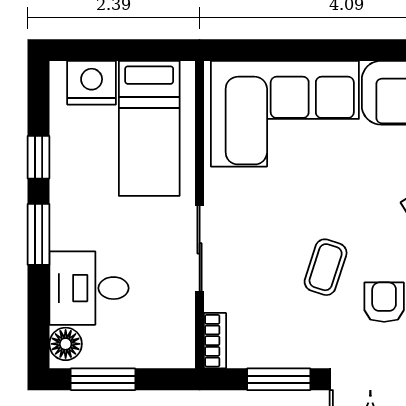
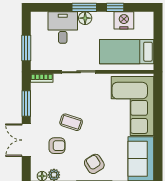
nightstand: (92, 83) -> (124, 20), moved, turned -90
floor lamp: (66, 344) -> (85, 18), moved
window: (103, 379) -> (26, 48), moved

